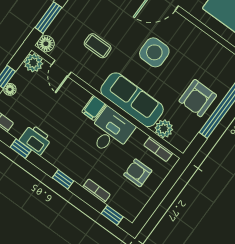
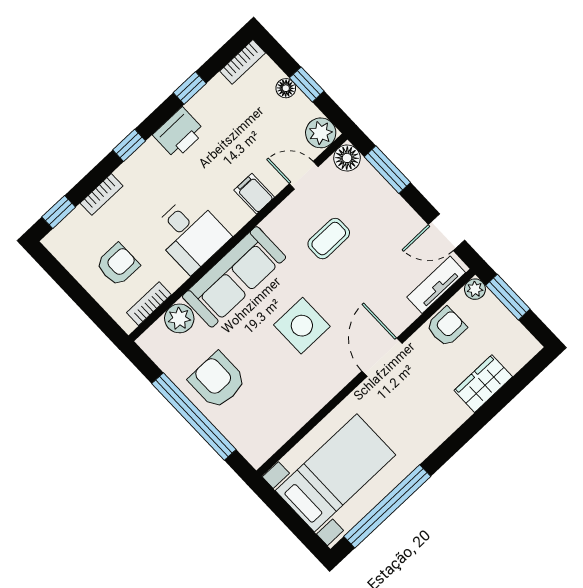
filing cabinet: (94, 108) -> (254, 194), moved
printer: (35, 140) -> (179, 133), moved

